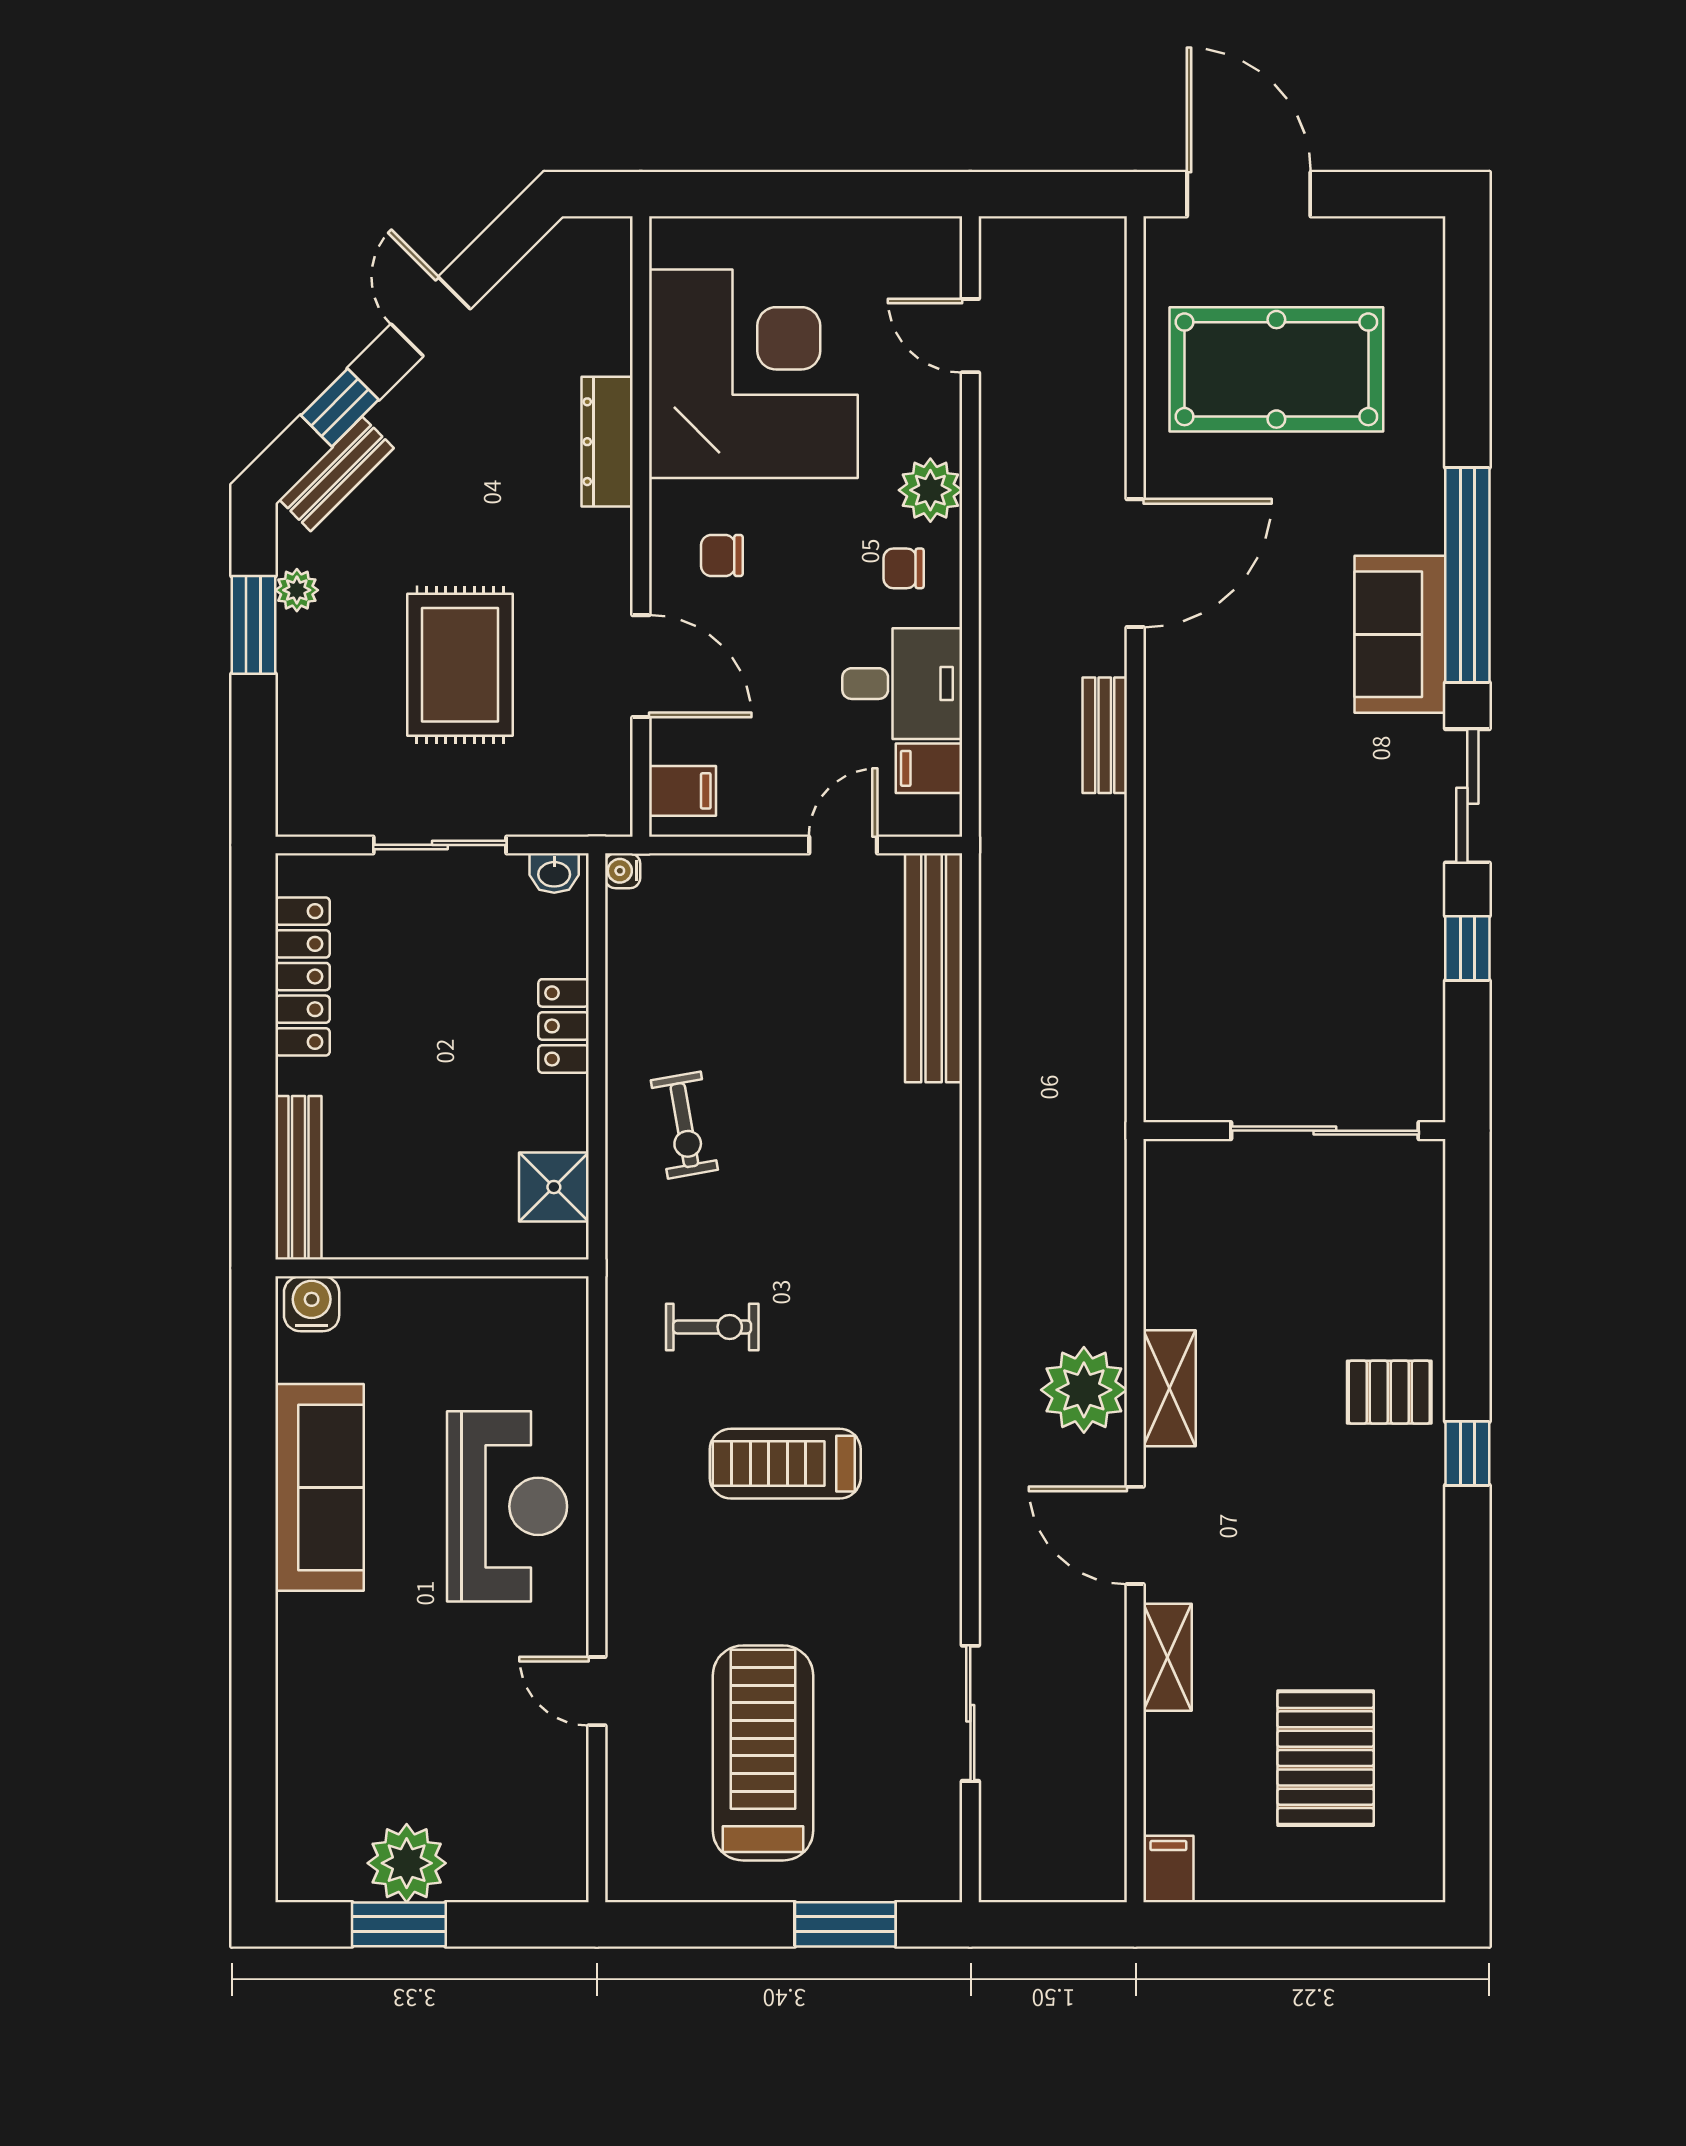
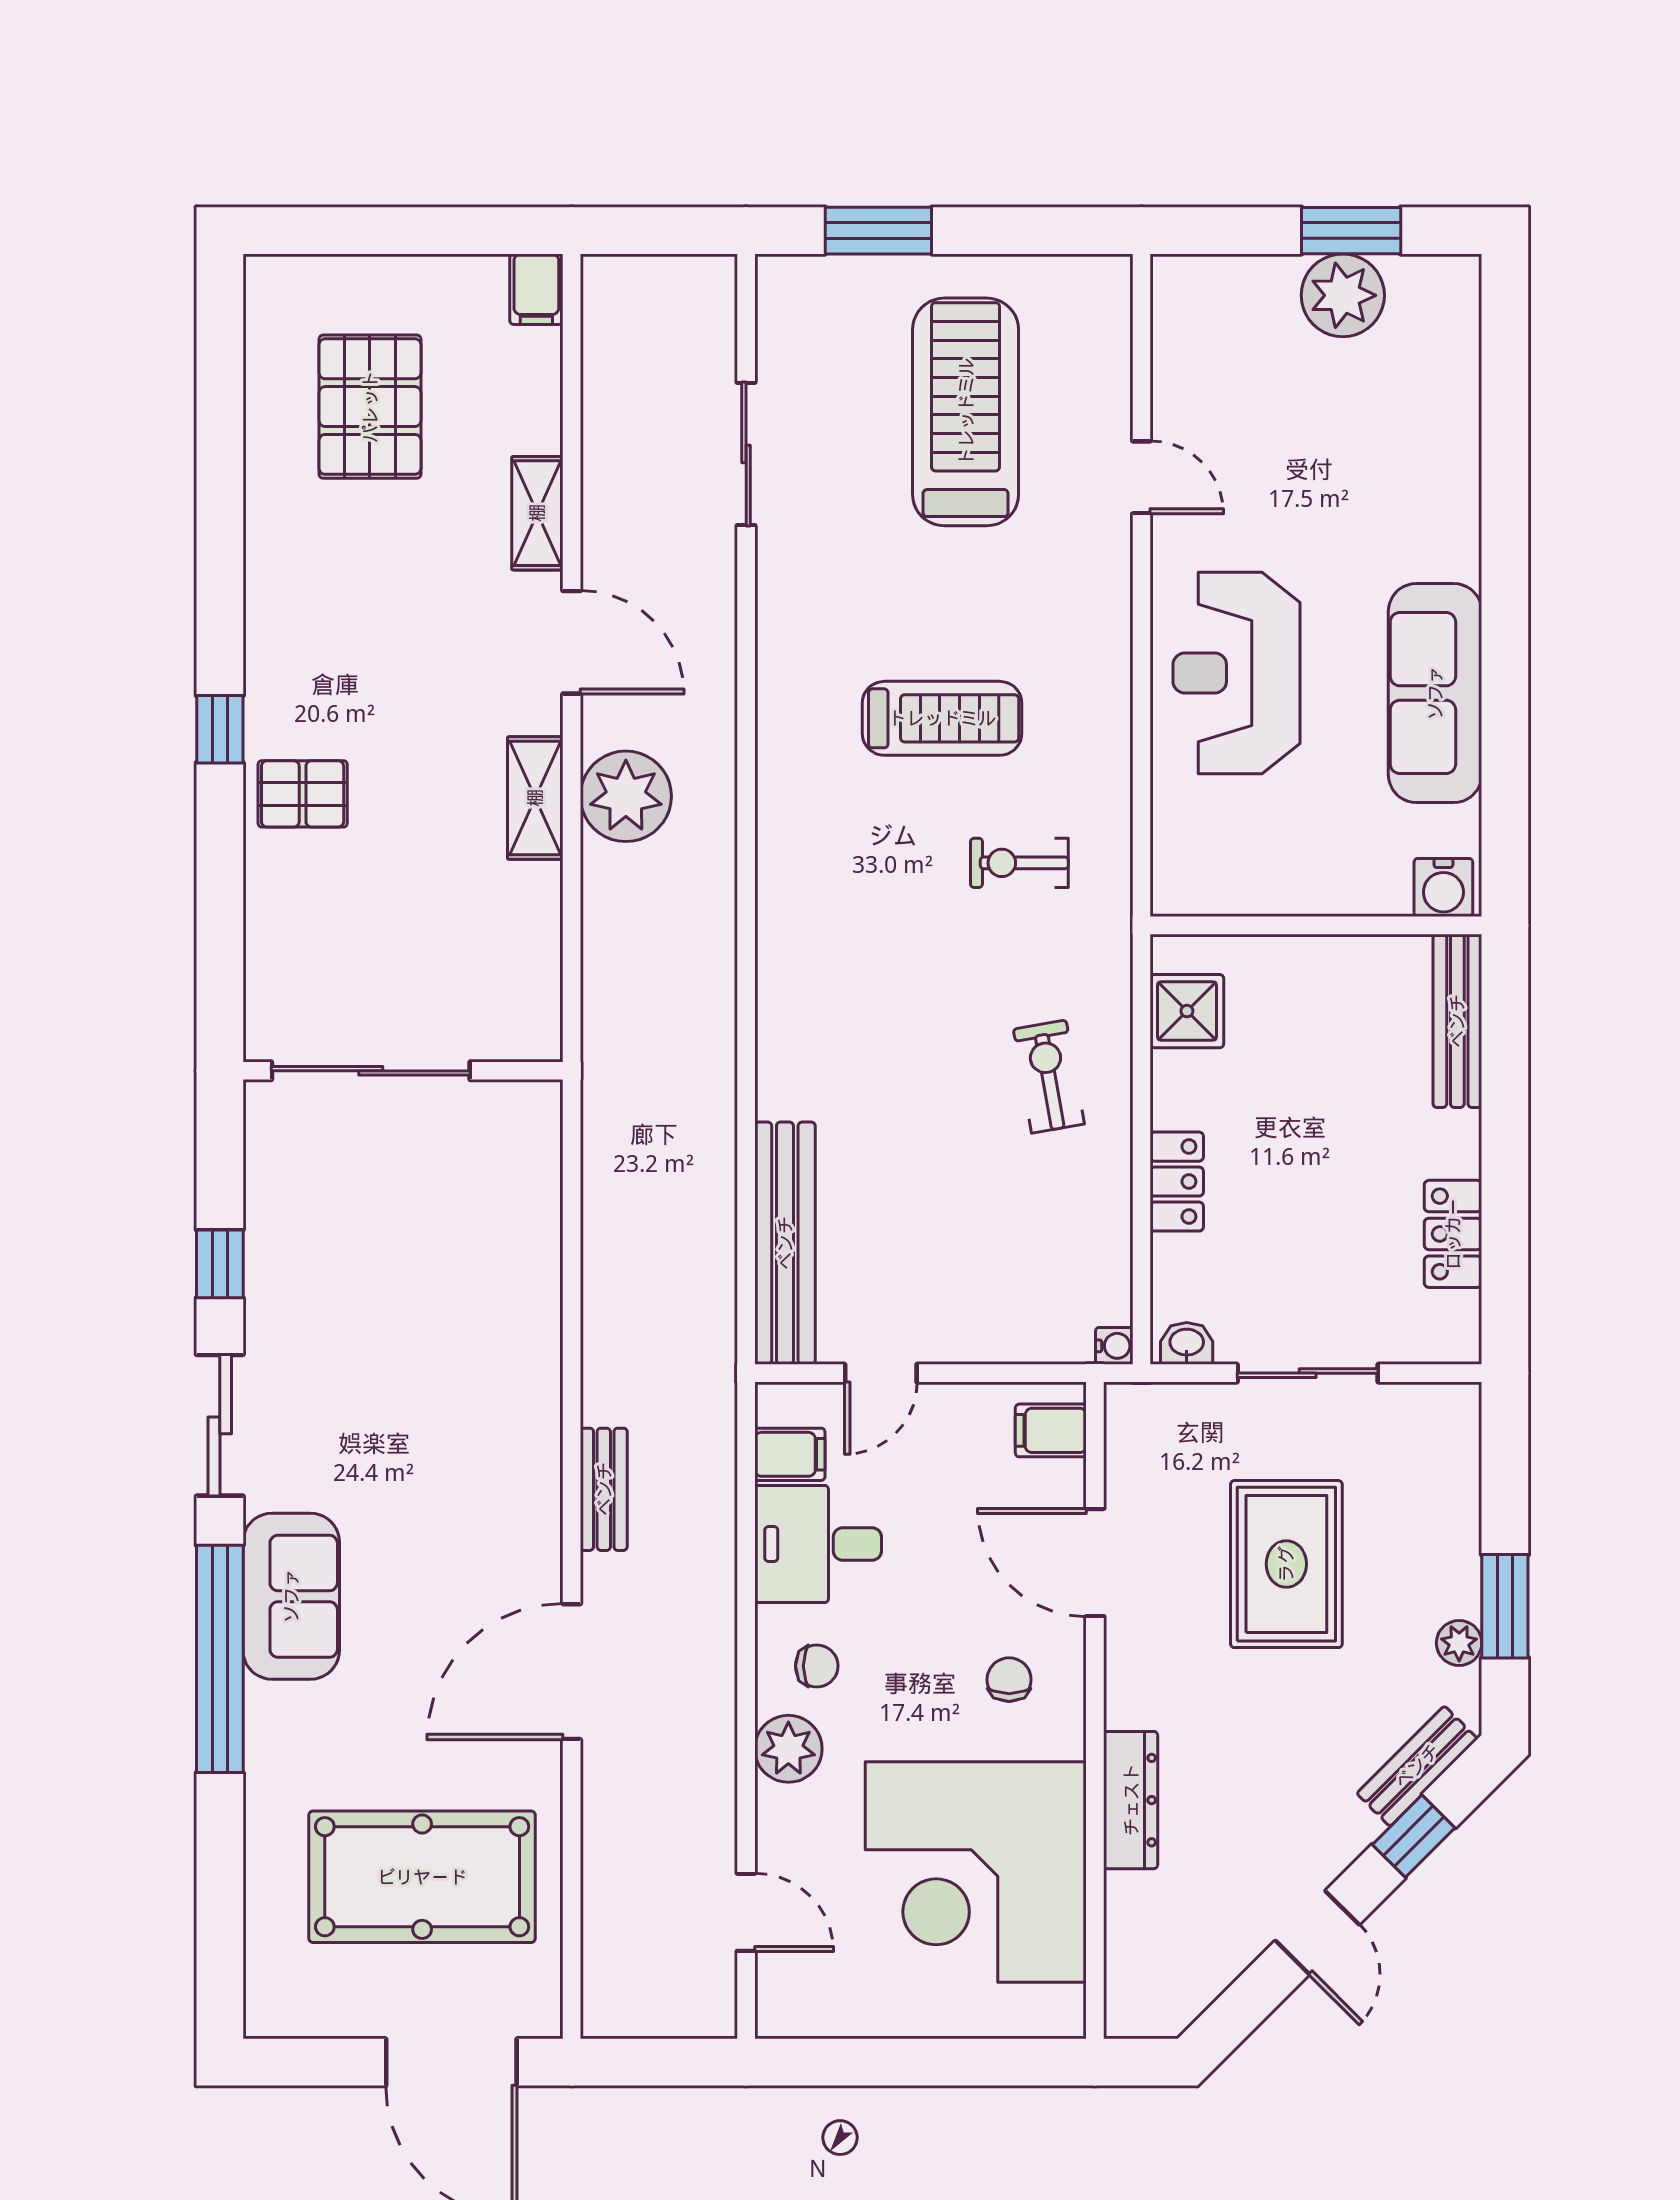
chair: (722, 555) -> (1009, 1680), turned -90
locker: (303, 977) -> (1453, 1234), width x0.66
treadmill: (763, 1753) -> (966, 412), turned 180

